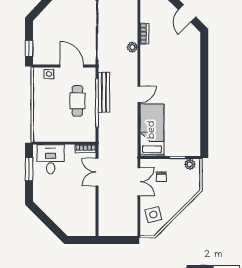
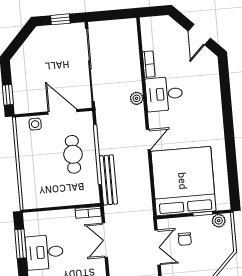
plant: (132, 47) -> (137, 98), moved
desk: (155, 59) -> (164, 94), added
bench: (104, 92) -> (108, 180), moved
bed: (152, 130) -> (183, 181), width x2.04
desk: (51, 159) -> (44, 252), moved, turned -90

